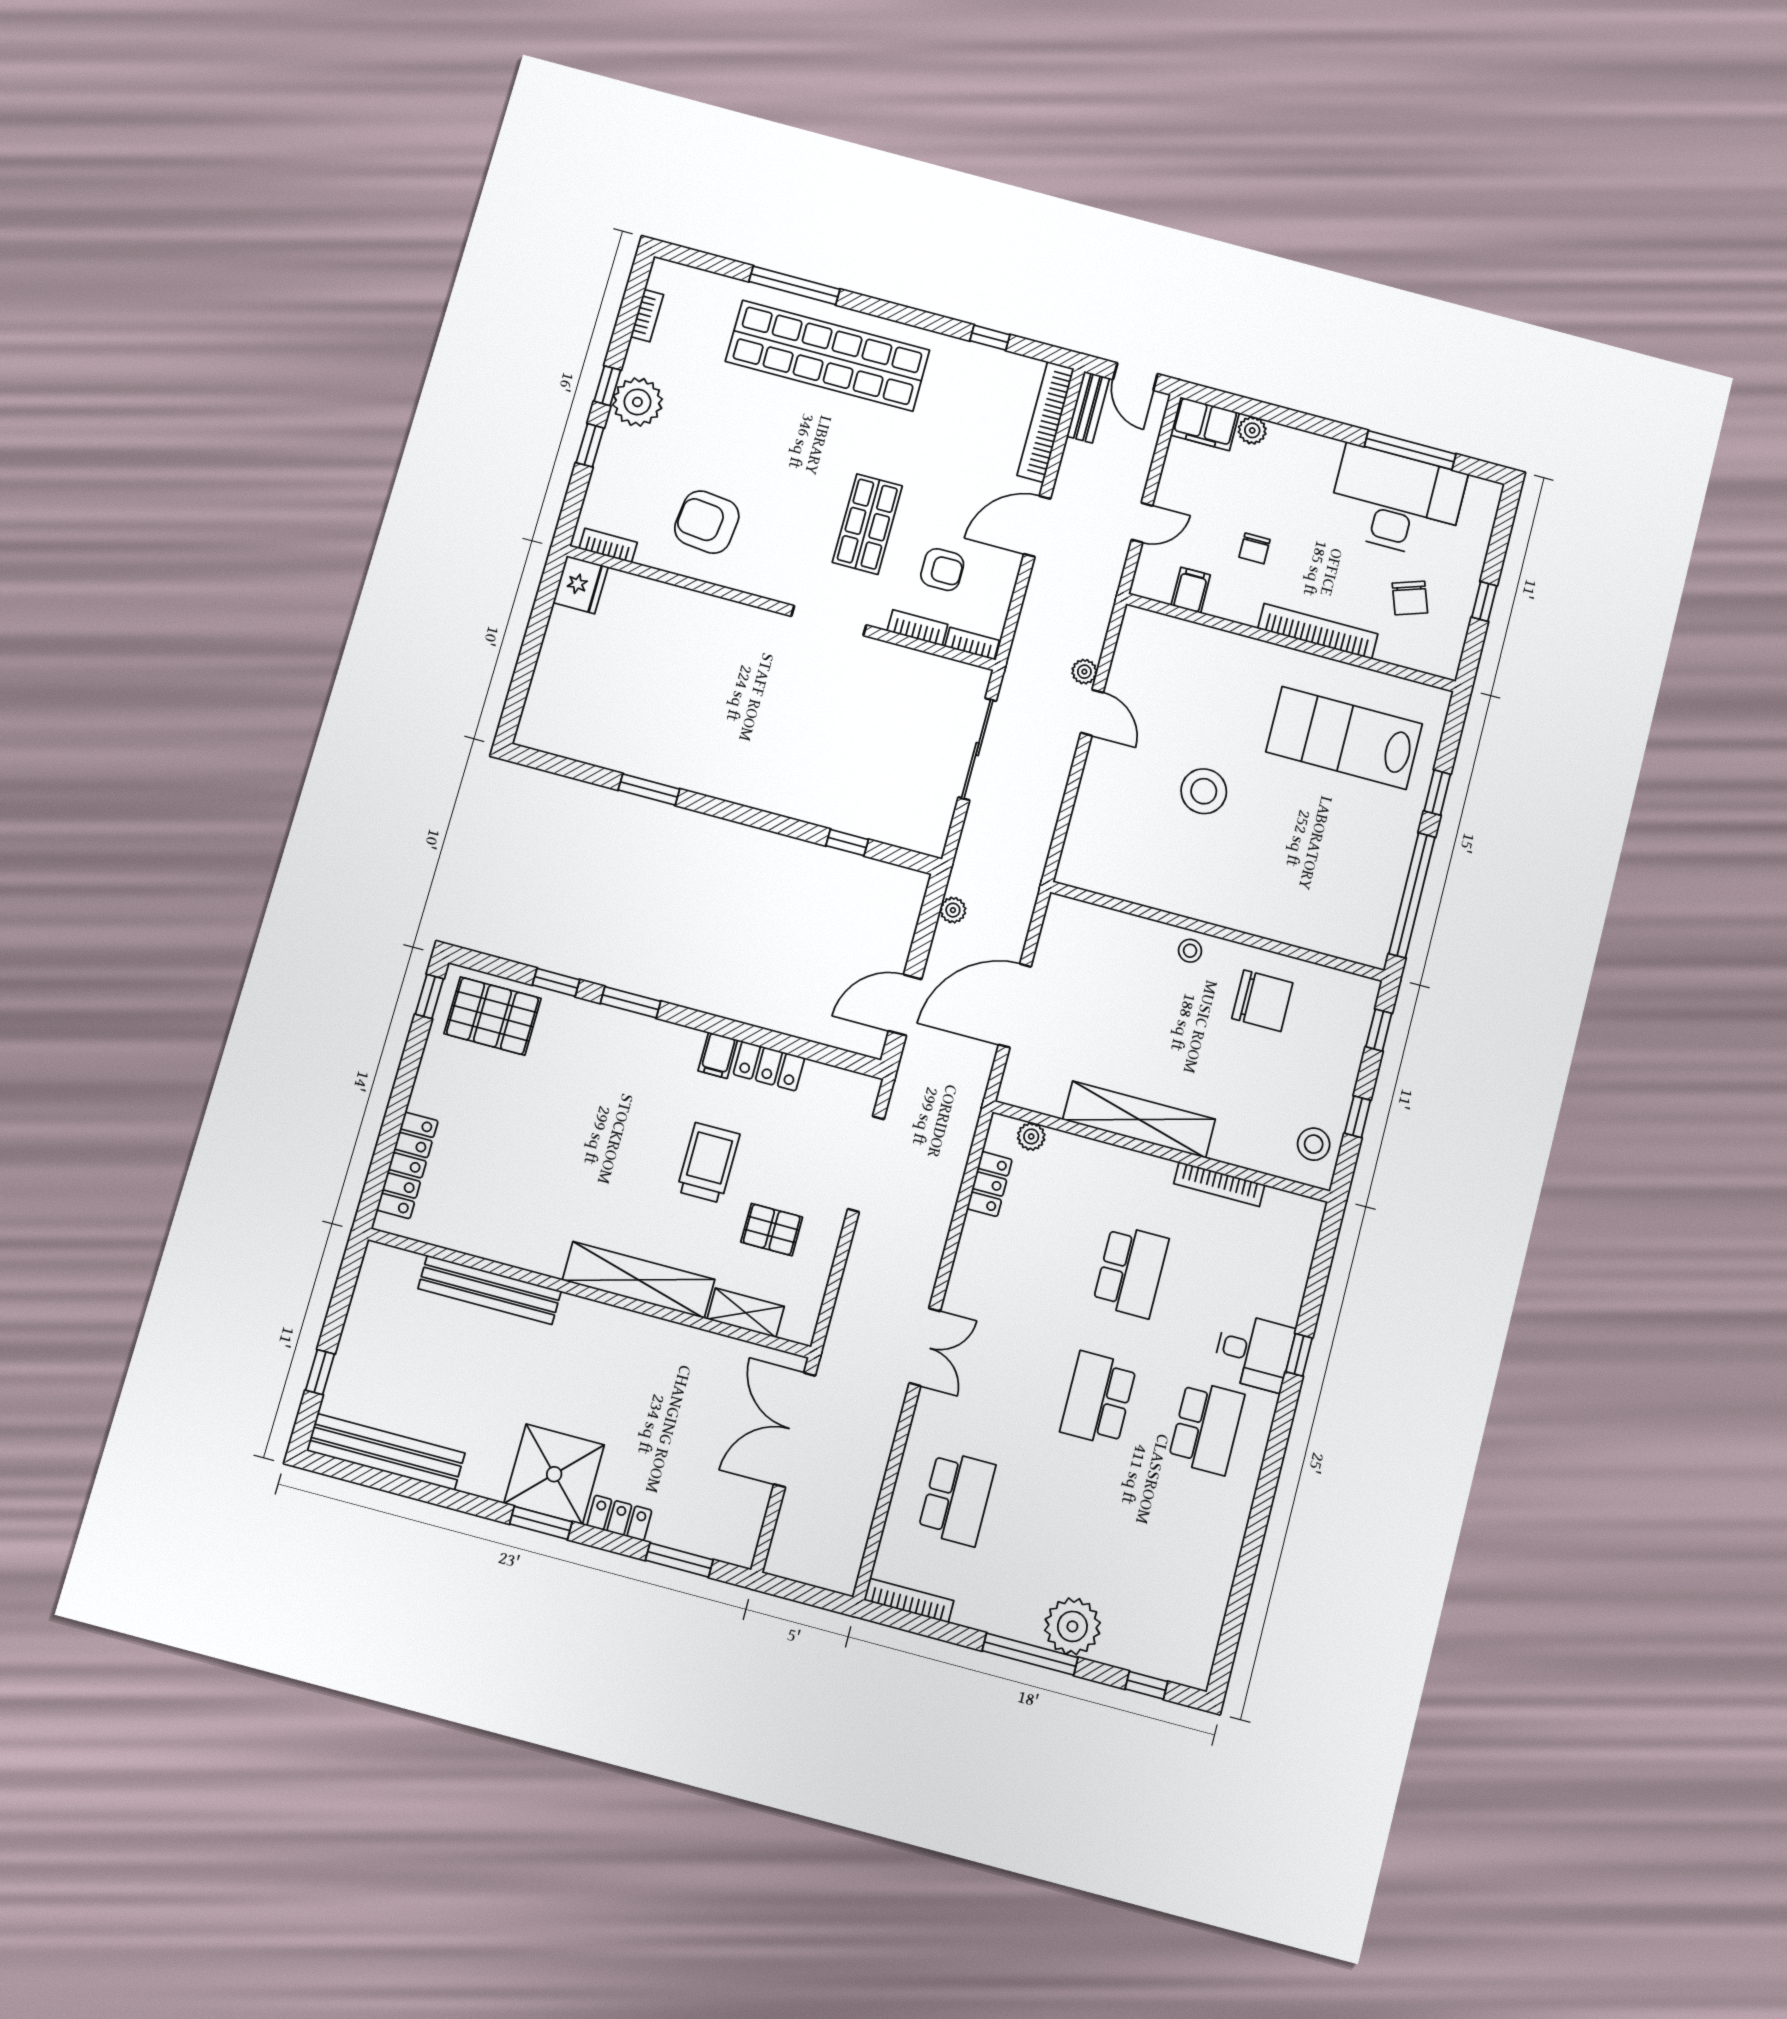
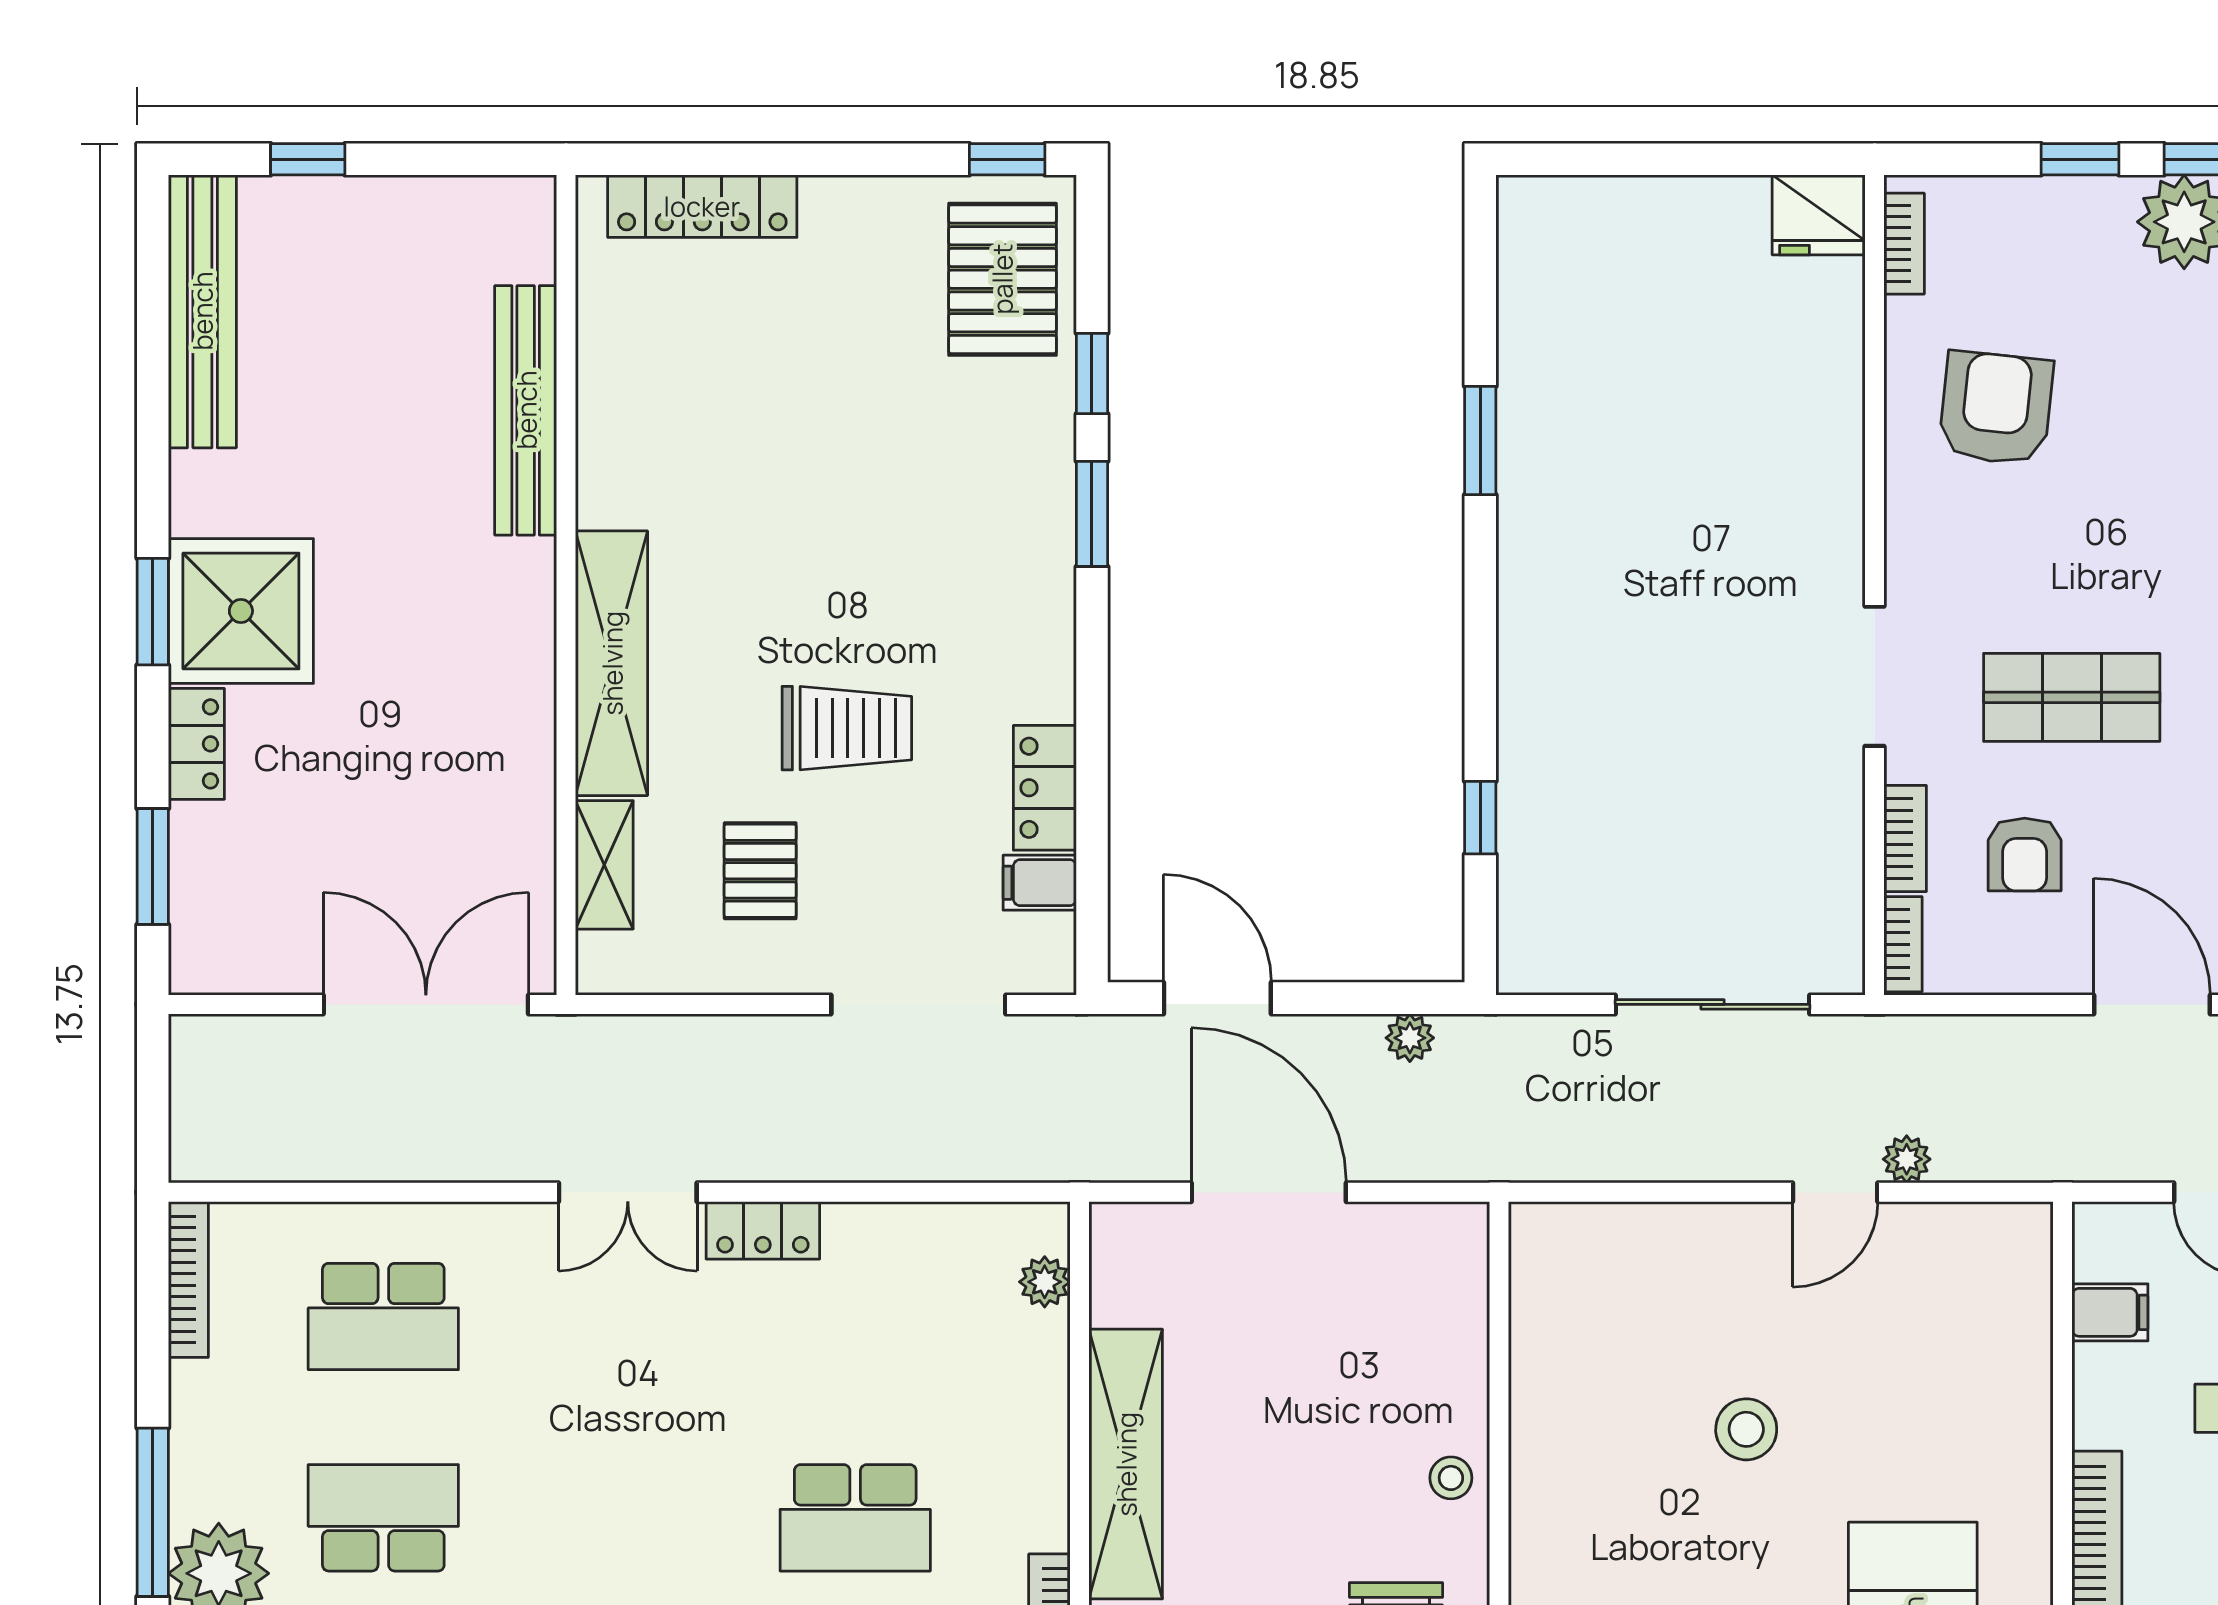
stool: (1204, 791) -> (1746, 1429), width x0.73, depth x0.73
filing cabinet: (718, 1055) -> (1040, 883), moved
locker: (989, 1184) -> (763, 1230), moved
school desk: (1098, 1399) -> (383, 1518), moved

